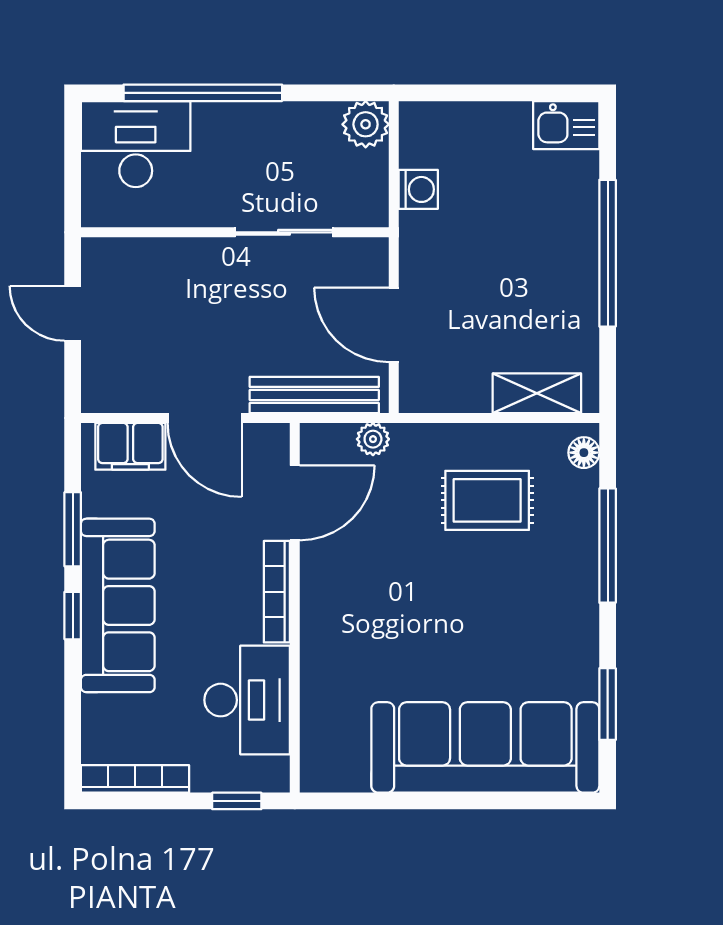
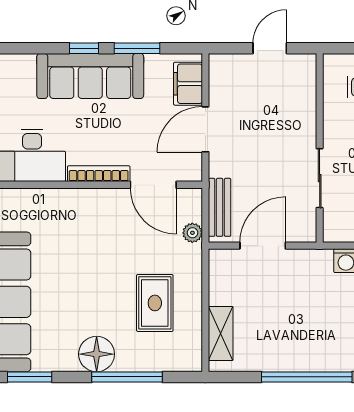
bench: (314, 395) -> (220, 207), width x0.73
floor lamp: (584, 453) -> (97, 354), moved, width x1.89, depth x1.89

